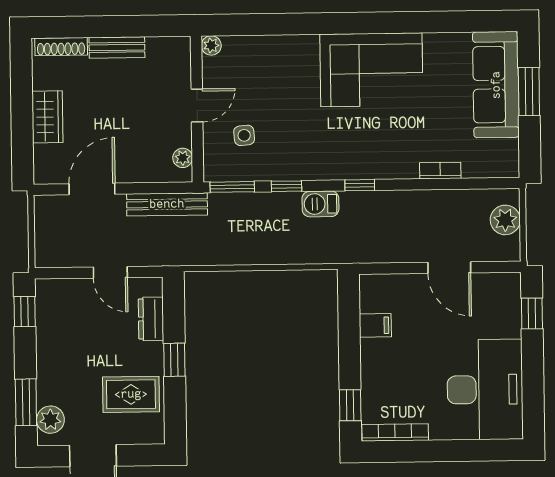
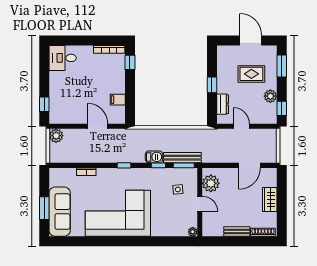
corner sofa: (371, 70) -> (118, 213), width x1.36, depth x1.36
door: (197, 105) -> (200, 204), swing flipped
plant: (183, 158) -> (211, 183), width x1.87, depth x1.87
bench: (167, 204) -> (182, 158), moved
barbecue: (320, 204) -> (154, 157), moved
plant: (505, 220) -> (56, 136), moved
door: (449, 268) -> (98, 126), moved
desk: (485, 390) -> (63, 58), width x0.53, depth x0.77
rug: (131, 394) -> (251, 74), moved
plant: (50, 420) -> (270, 96), moved

